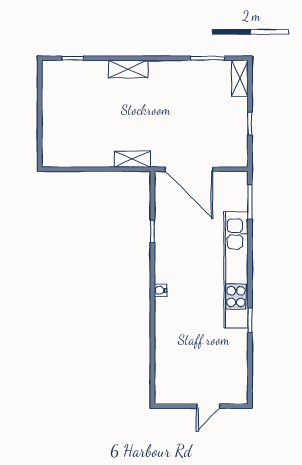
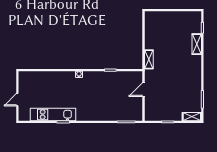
shelving: (128, 69) -> (197, 44), moved
door: (189, 169) -> (143, 90), width x0.53
kitchen unit: (236, 270) -> (53, 115), moved, width x0.73
door: (208, 406) -> (17, 100), hinge flipped

